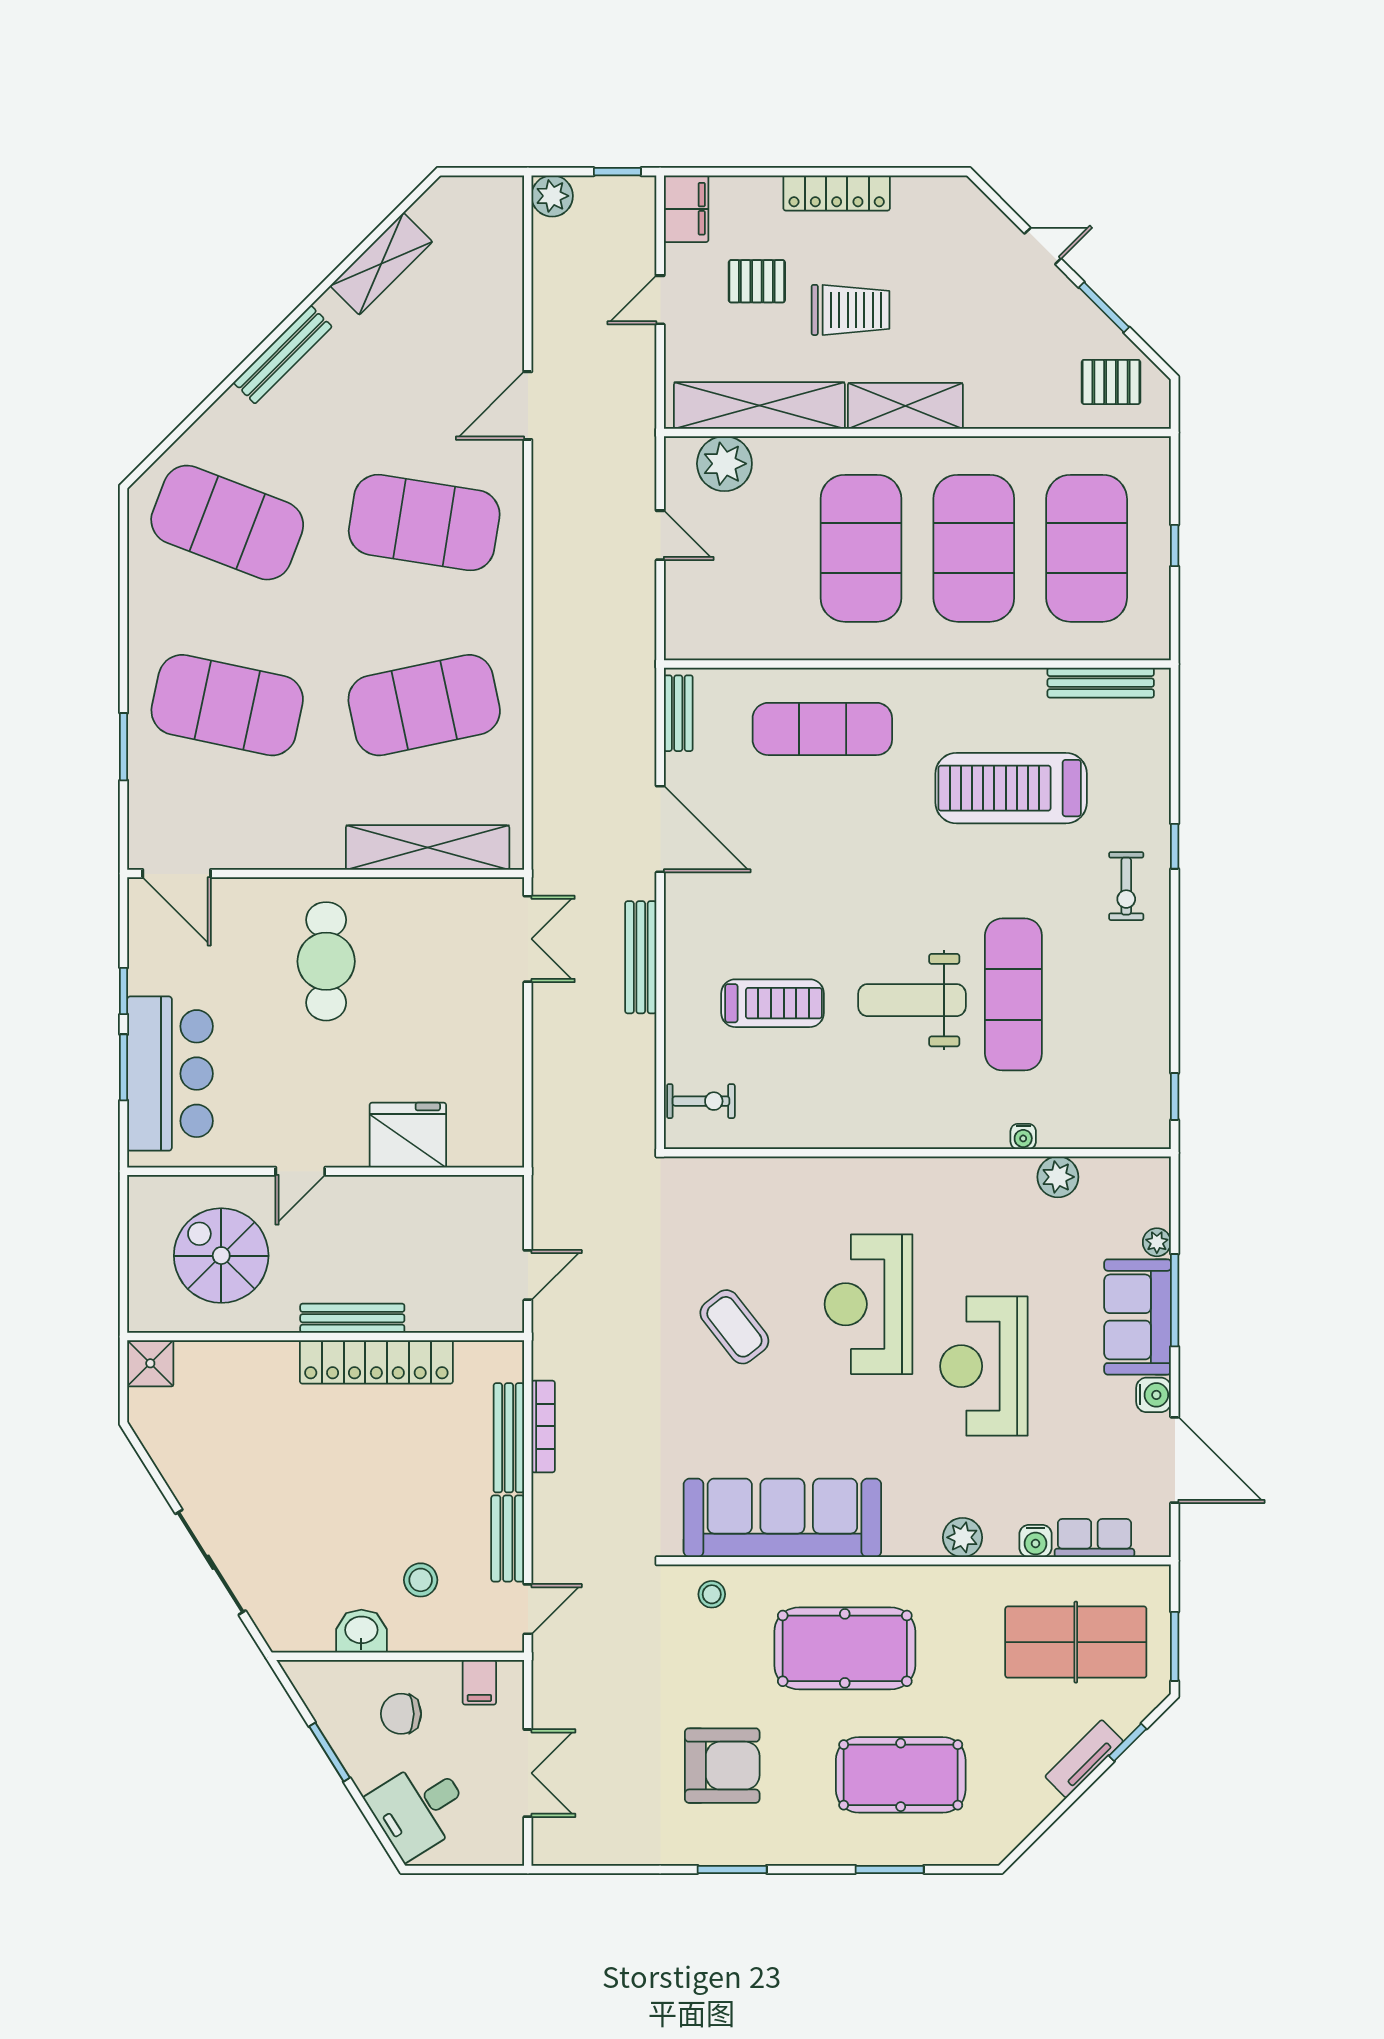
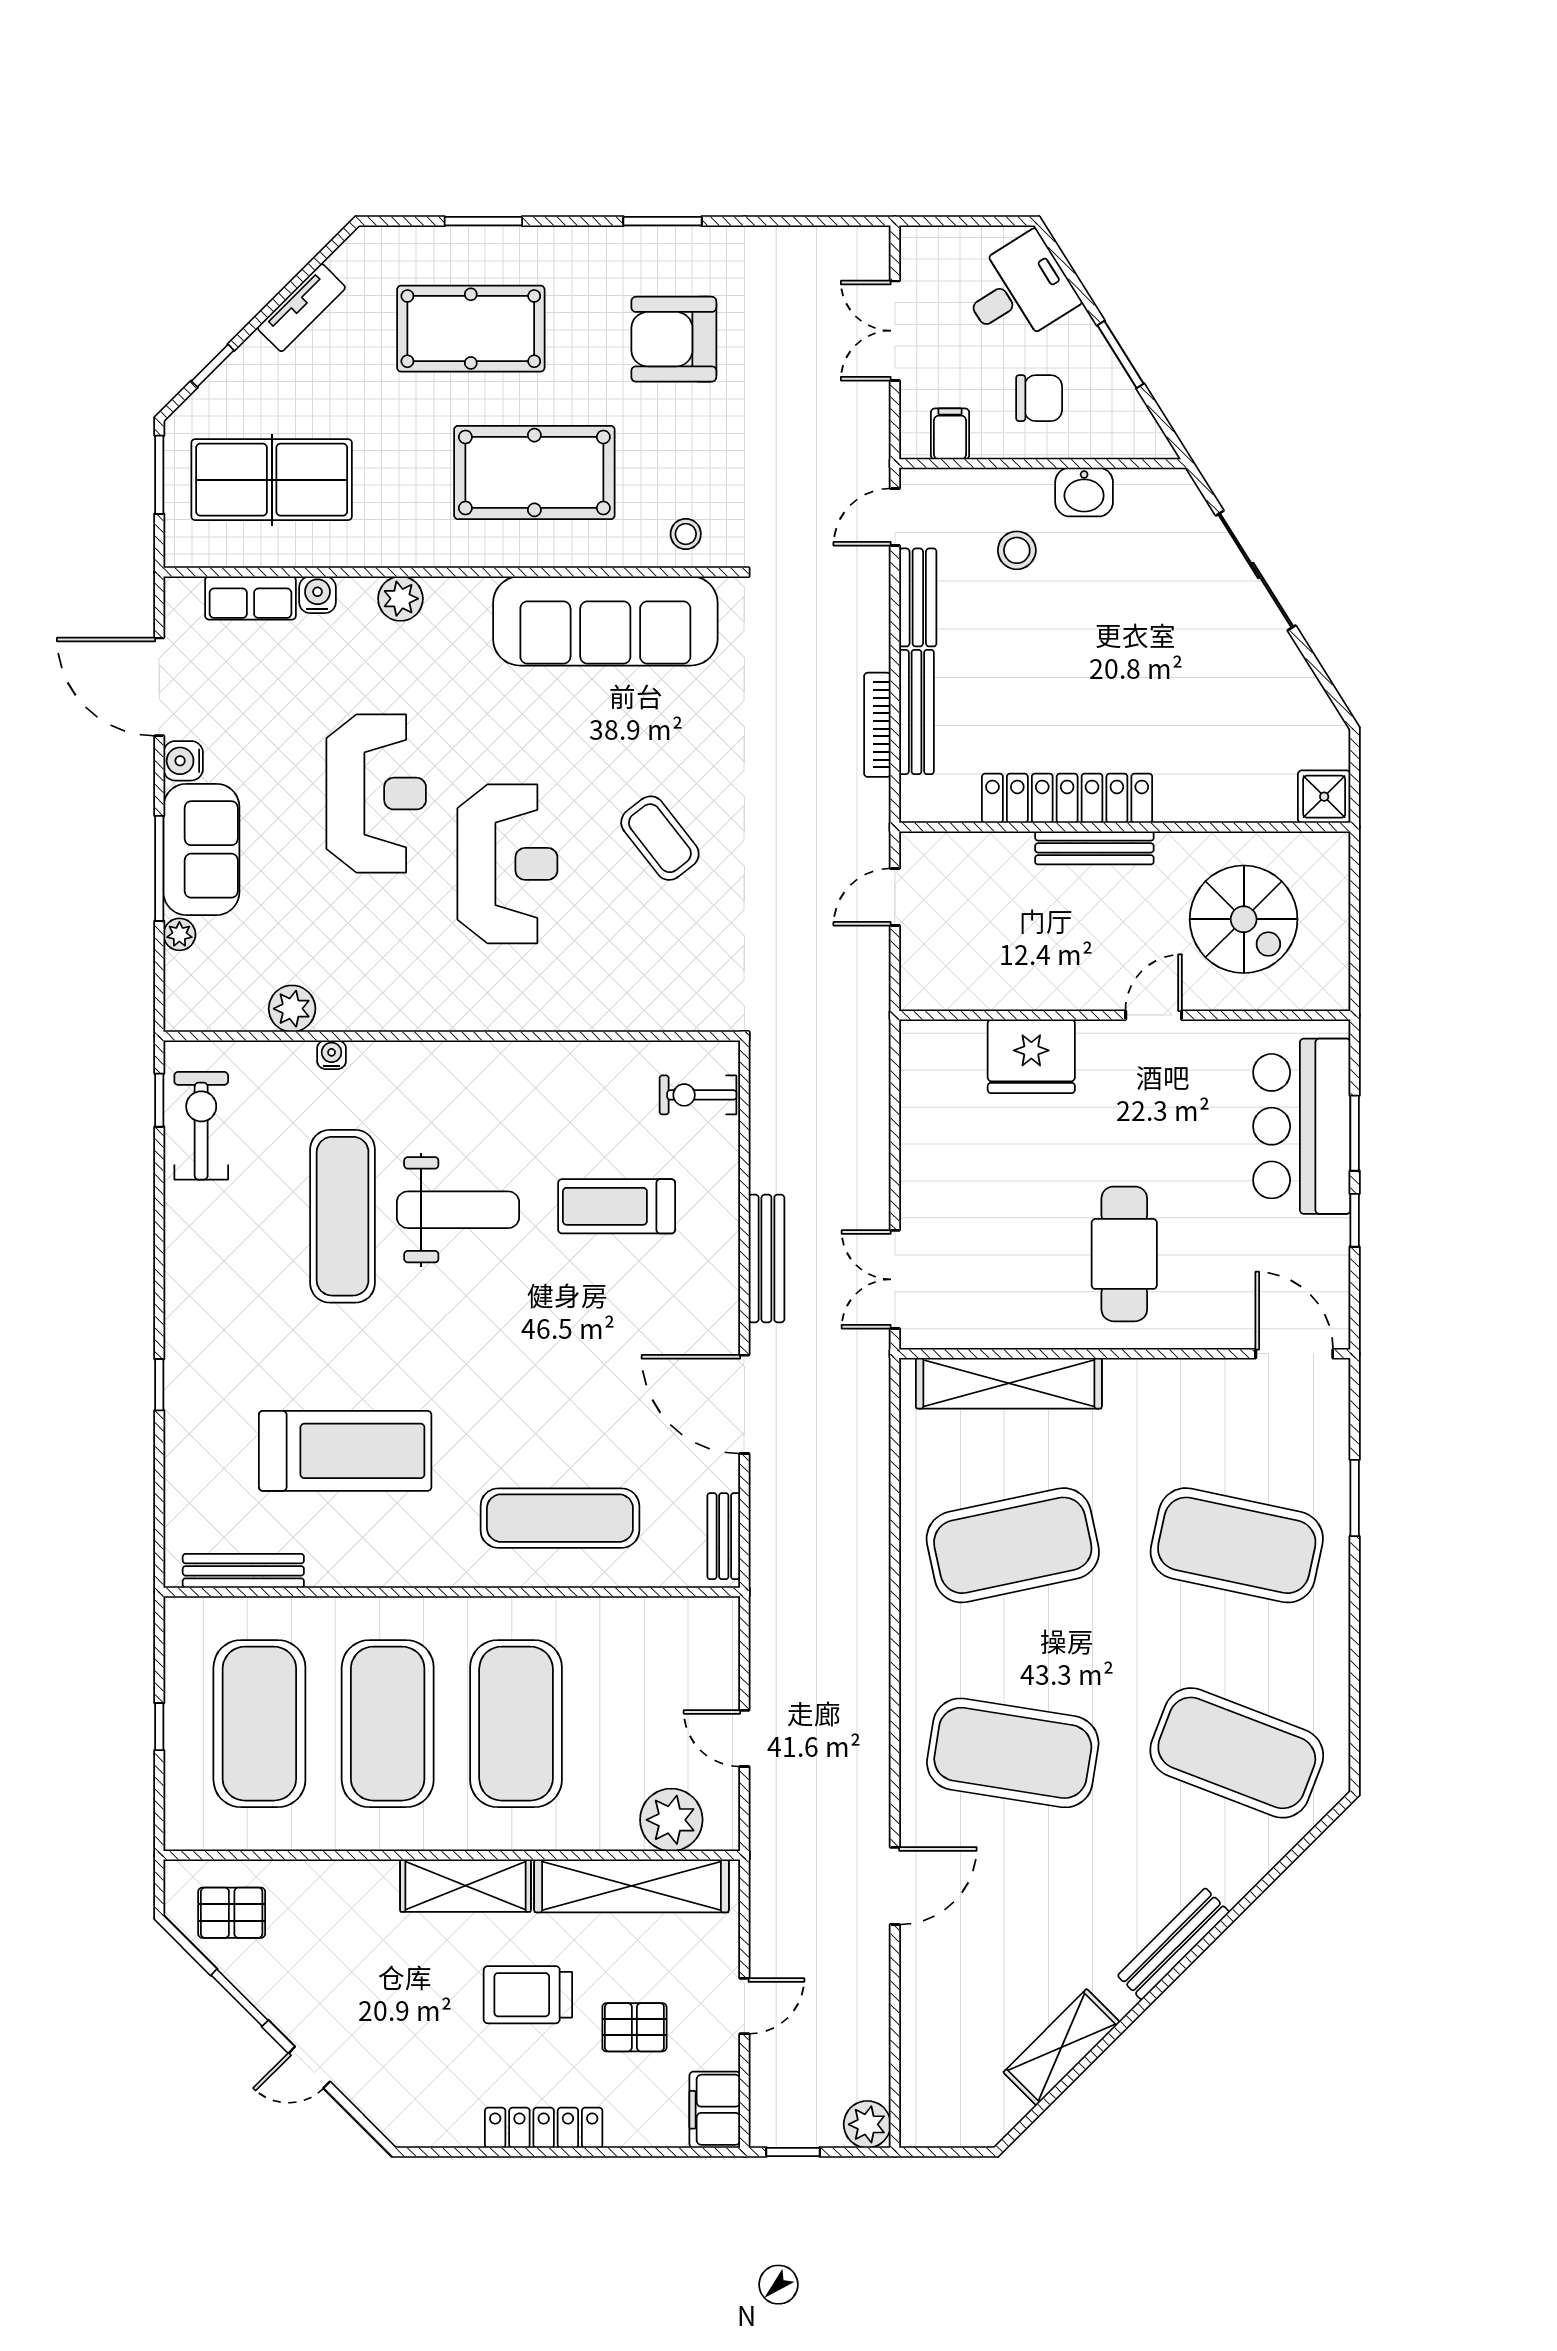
exercise bike: (1126, 886) -> (201, 1126), moved, width x1.38, depth x1.39
tv unit: (1084, 1759) -> (301, 308), moved

